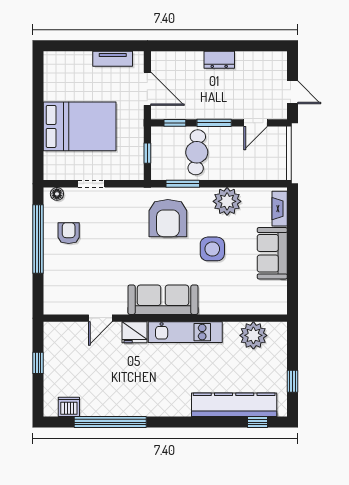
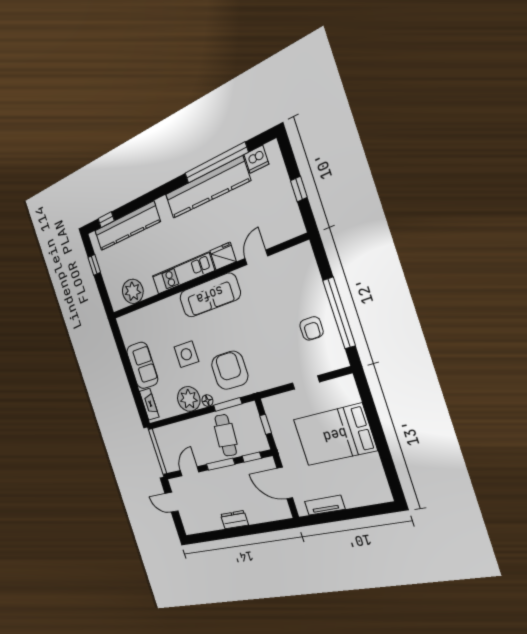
floor lamp: (57, 194) -> (207, 401), moved
kitchen counter: (128, 403) -> (207, 188), added

